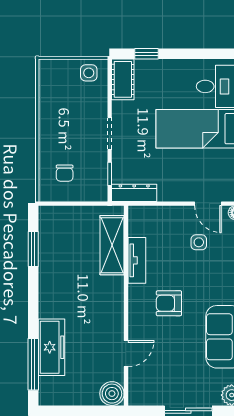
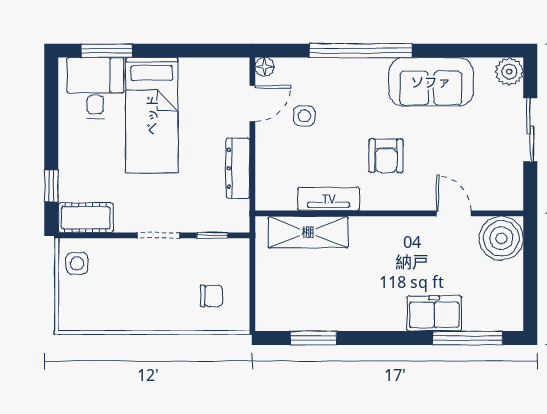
dresser: (134, 193) -> (238, 168), moved
freezer: (51, 347) -> (434, 313), width x0.71
boiler: (112, 394) -> (501, 238), width x1.37, depth x1.37

